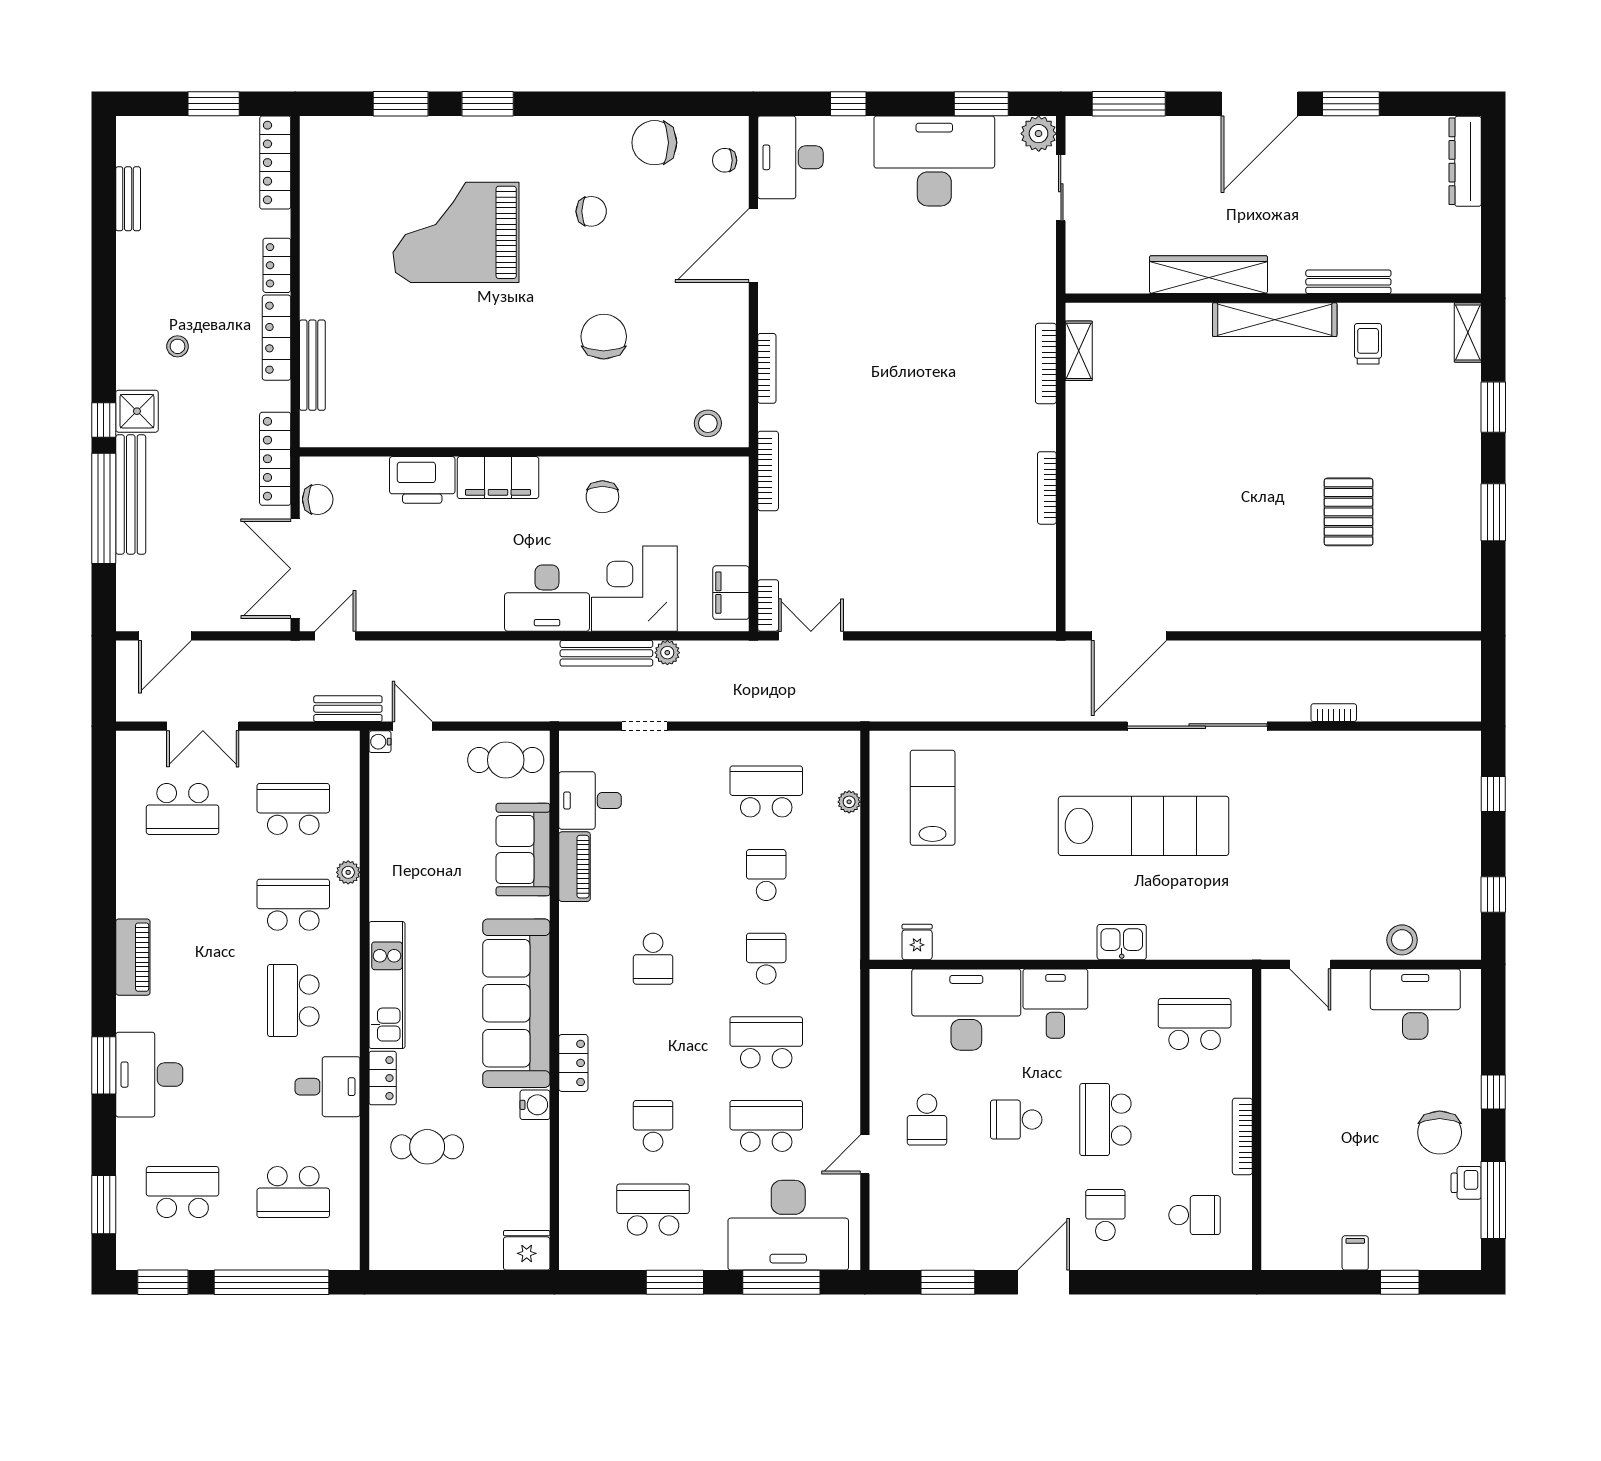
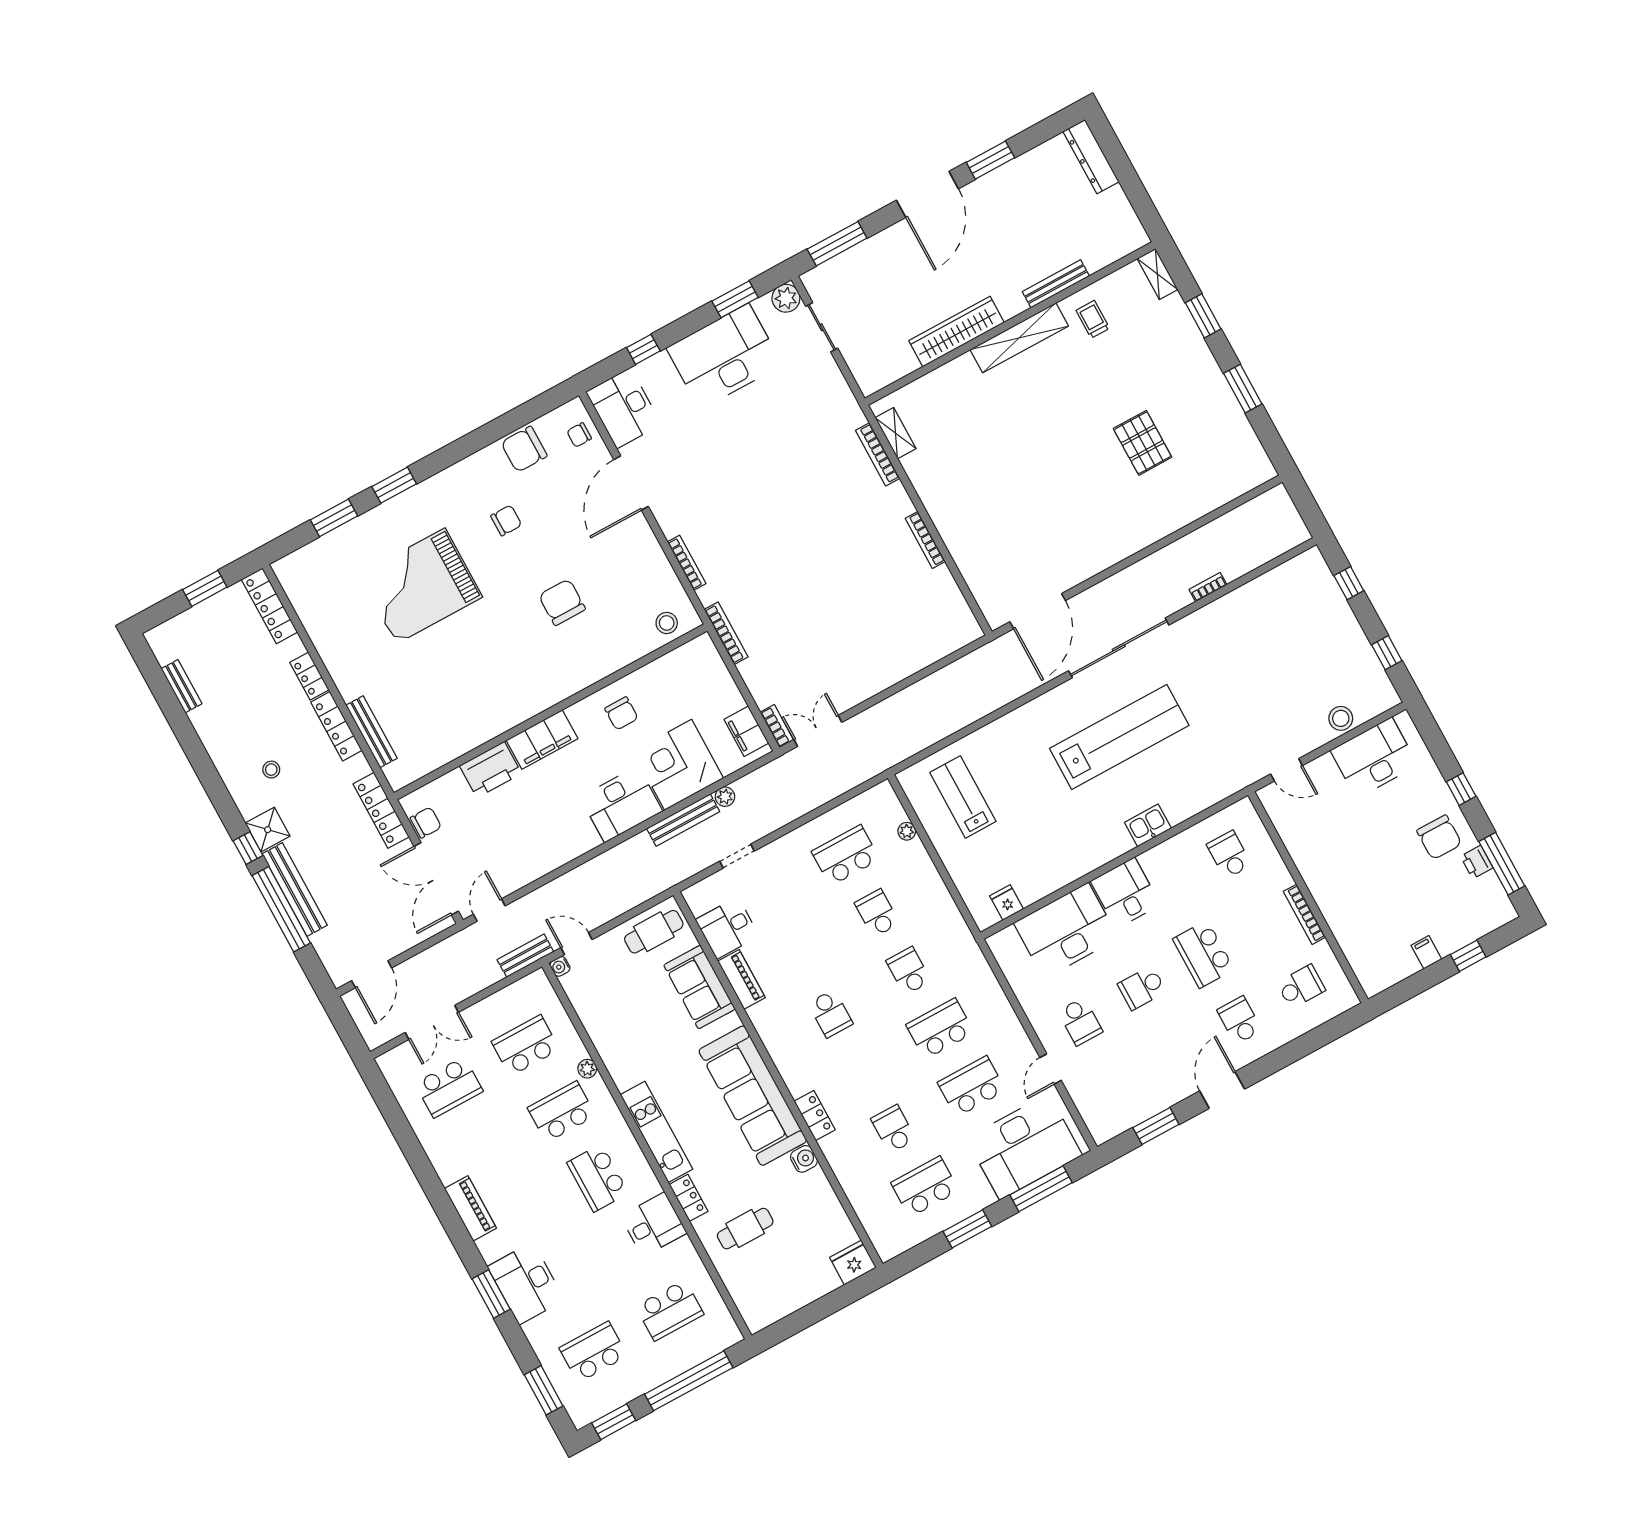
school desk: (1195, 1024) -> (1229, 855), width x0.54

